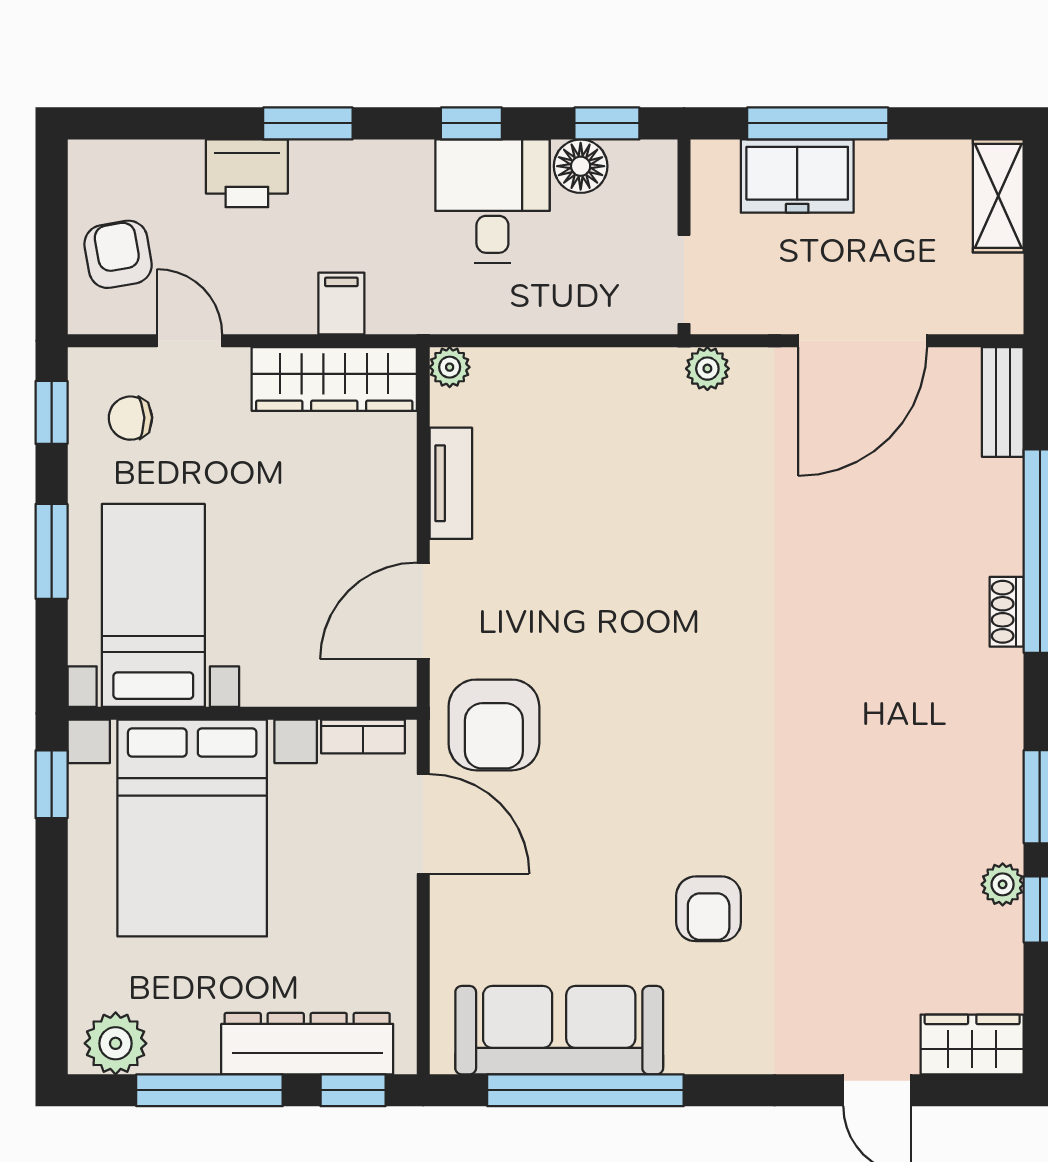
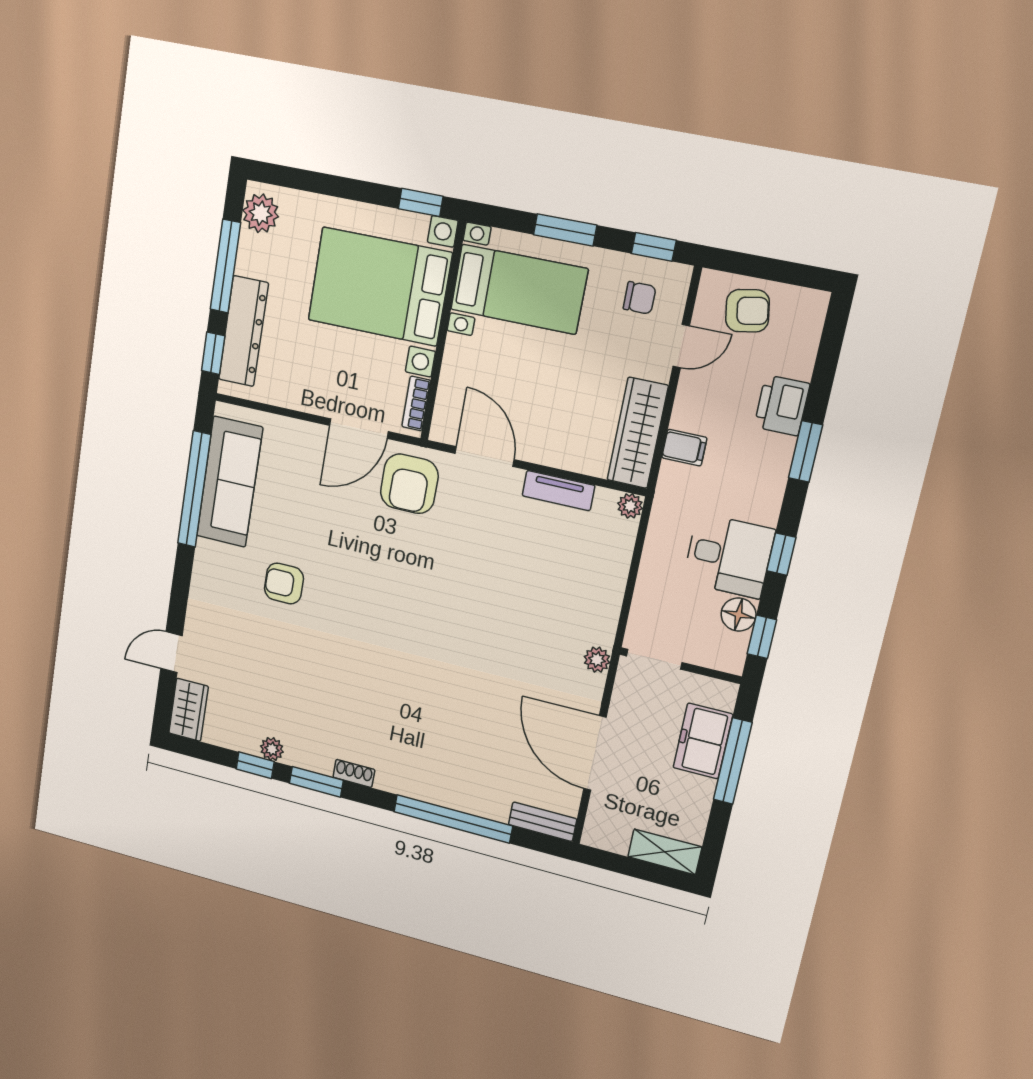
chair: (130, 418) -> (640, 298), turned 92
shoe rack: (1007, 612) -> (354, 773), moved
armchair: (494, 725) -> (409, 484), turned -90

